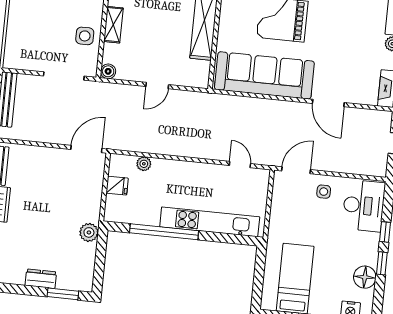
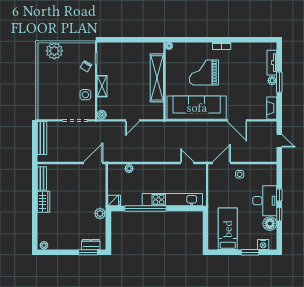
fridge: (117, 186) -> (114, 201), moved
desk: (364, 206) -> (265, 201), moved
dresser: (41, 279) -> (91, 244), moved

